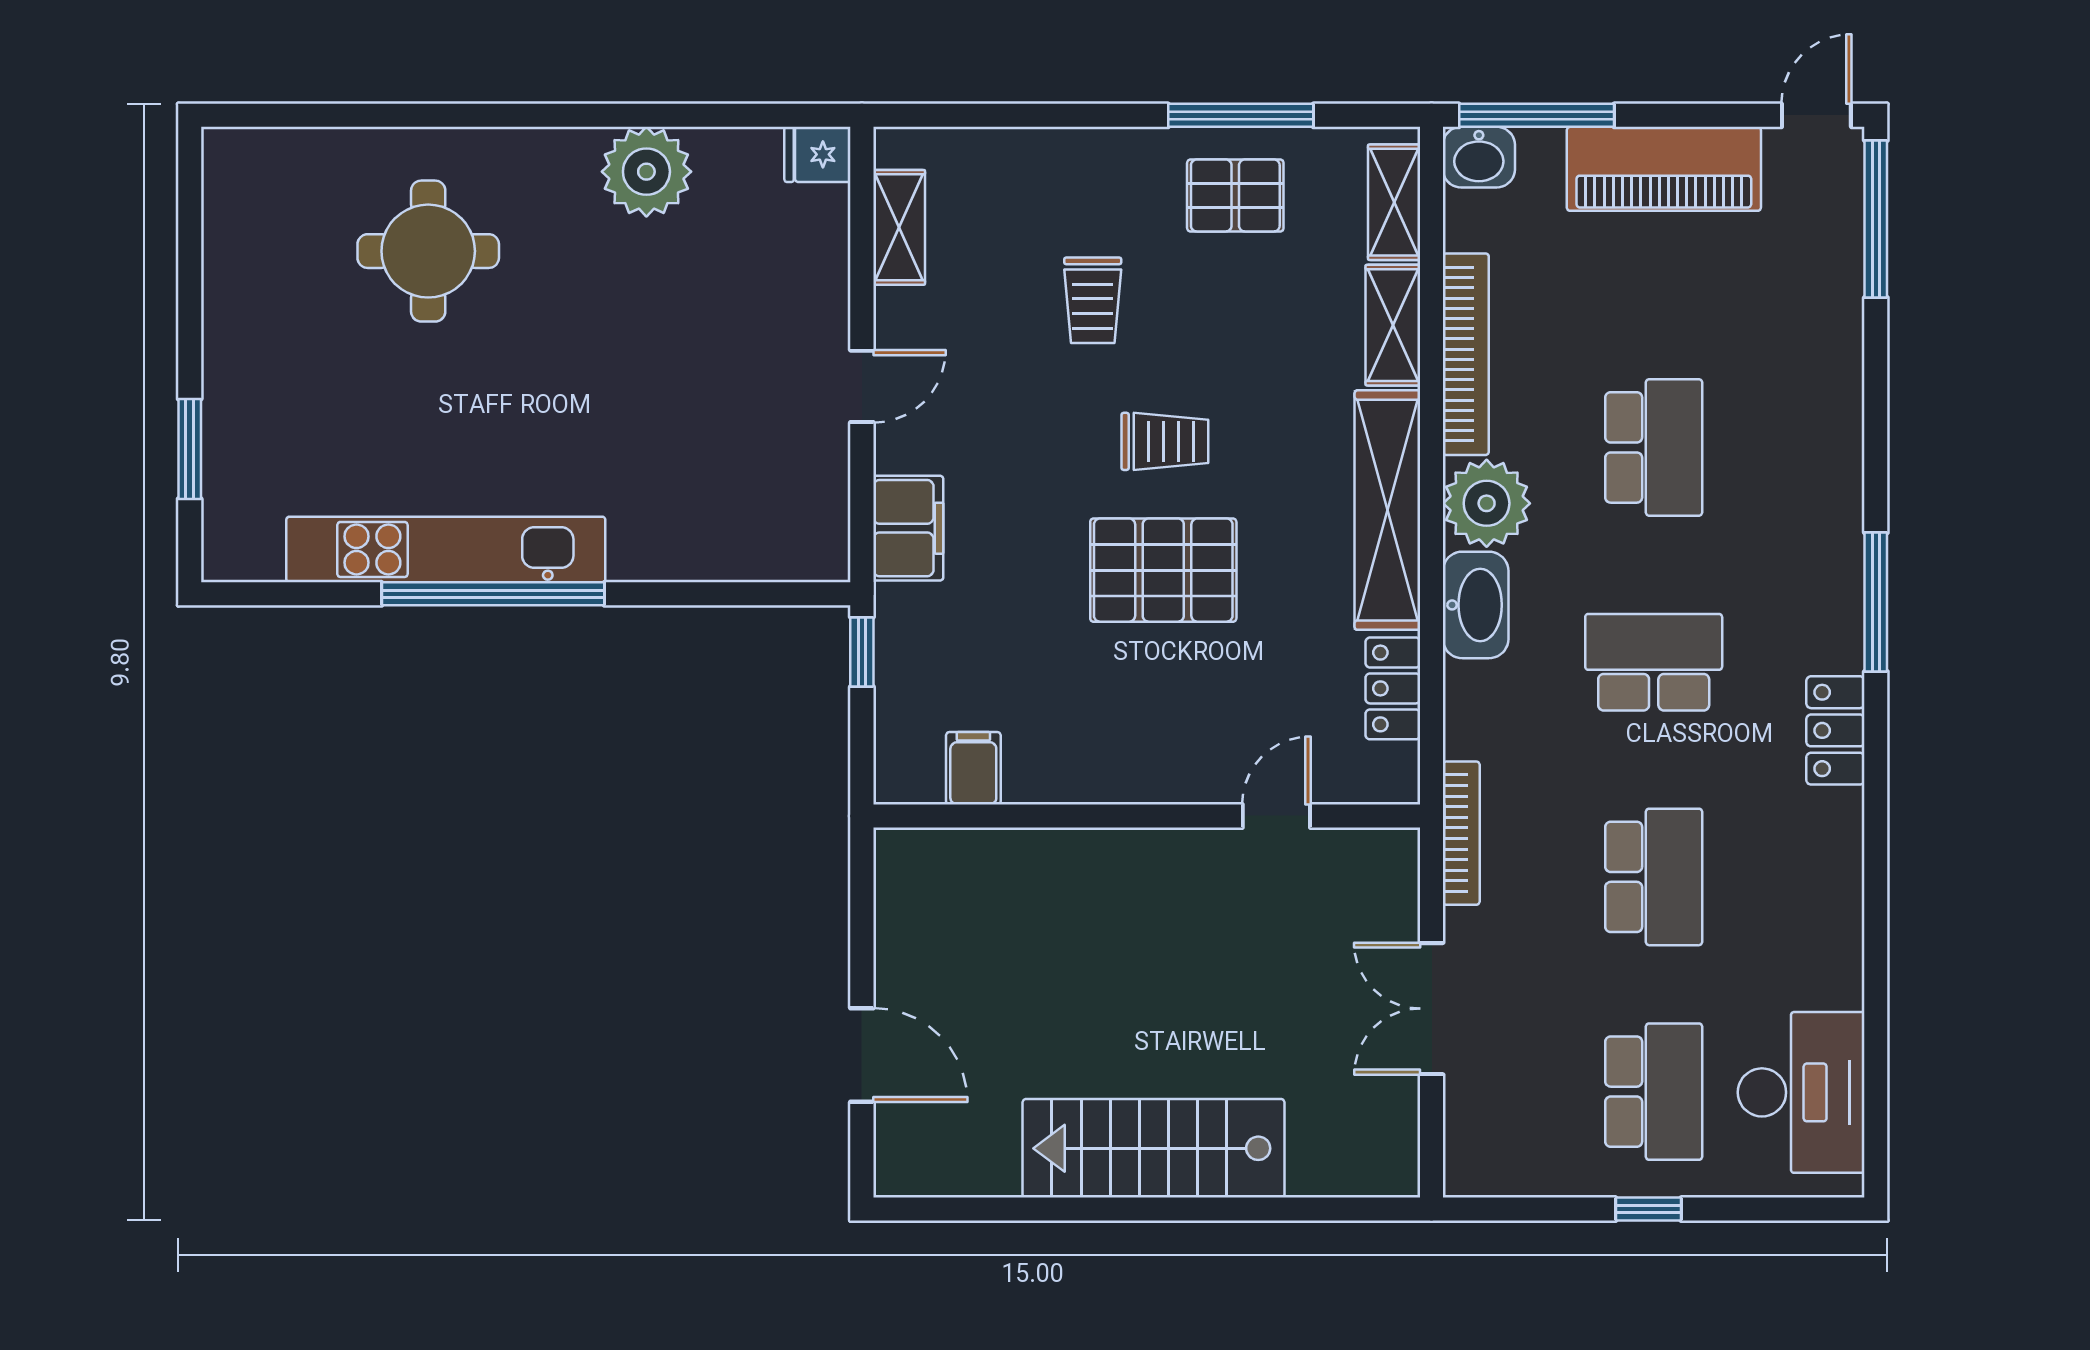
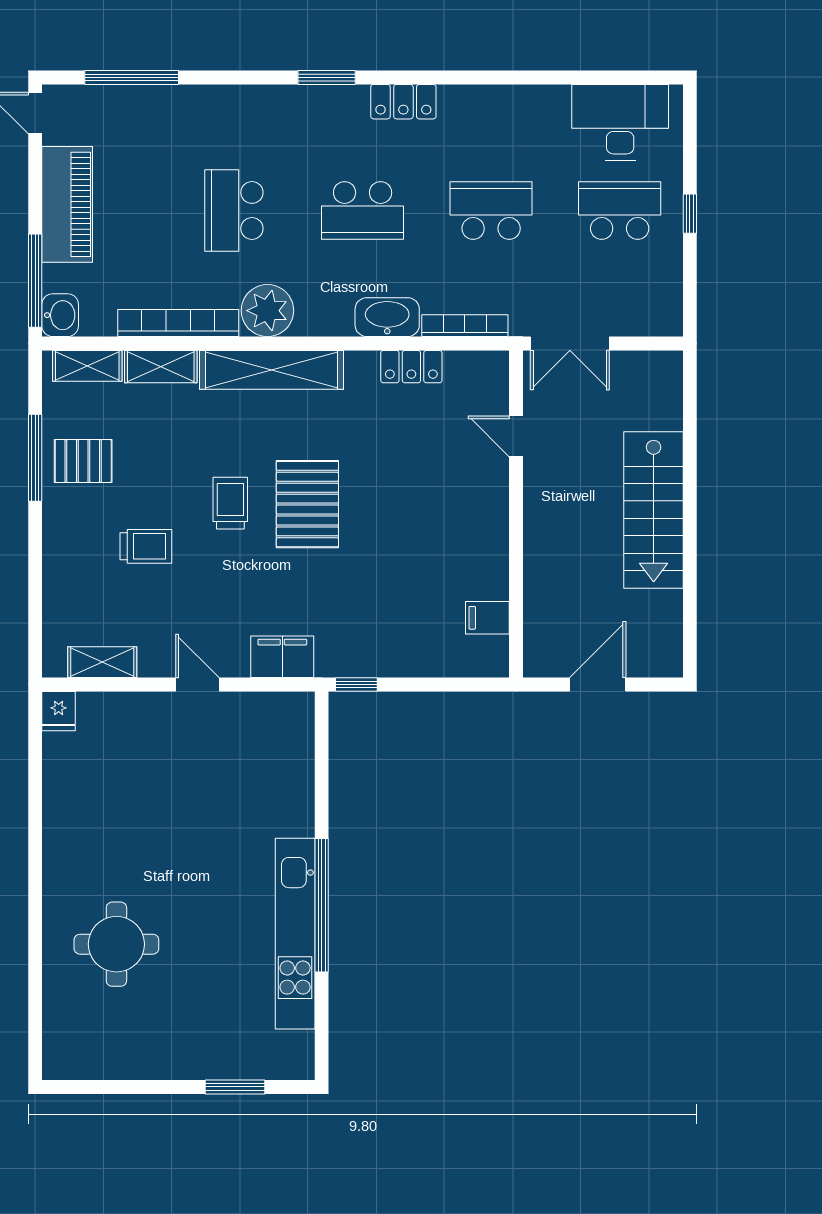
plant: (646, 172) -> (69, 814), removed
pallet: (1235, 195) -> (83, 461), turned 90
window: (1876, 219) -> (132, 77), moved
school desk: (1654, 447) -> (234, 210), turned -90
window: (1876, 602) -> (327, 77), width x0.69
washbasin: (1476, 605) -> (387, 317), moved
school desk: (1654, 662) -> (363, 210), turned -90
locker: (1393, 688) -> (411, 367), moved
filing cabinet: (973, 768) -> (487, 618), moved
wall: (1147, 816) -> (516, 514), moved
door: (1276, 816) -> (516, 436), moved

